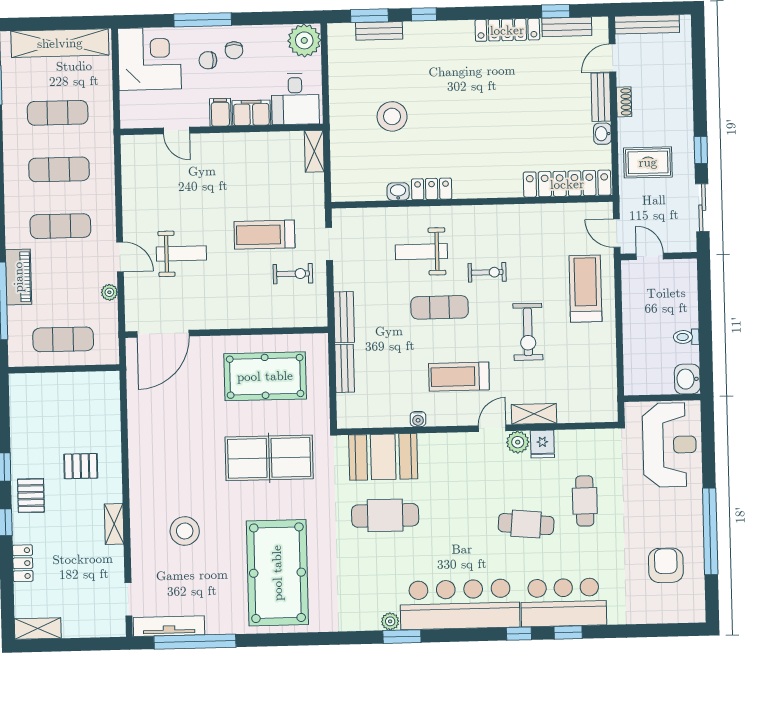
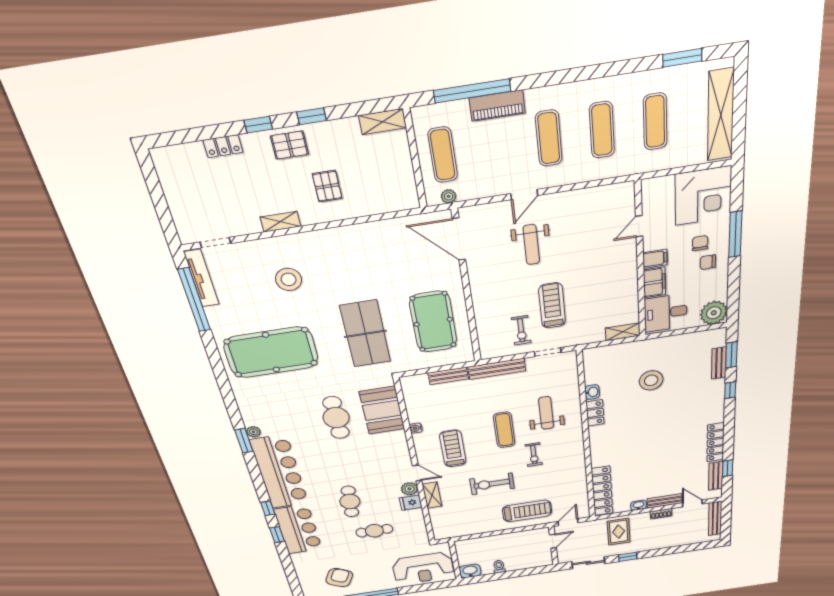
plant: (109, 292) -> (449, 196), moved
bench: (344, 317) -> (497, 369), width x1.36
armchair: (666, 565) -> (339, 578), turned -63
shelving: (38, 628) -> (383, 122), moved, turned 90

